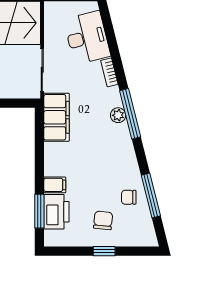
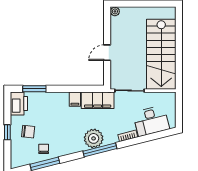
plant: (118, 115) -> (94, 138), width x1.88, depth x1.88
filing cabinet: (55, 185) -> (75, 99), moved
printer: (56, 212) -> (19, 103), moved, turned -90

